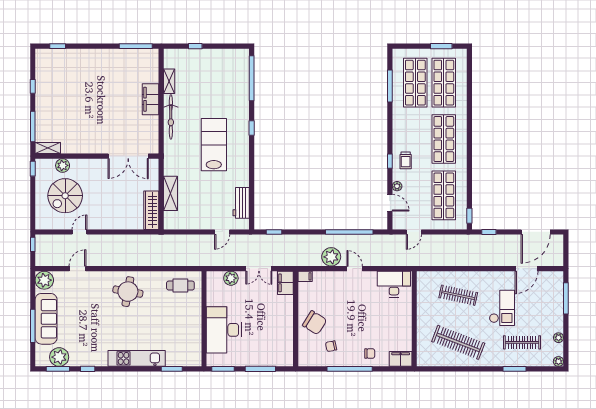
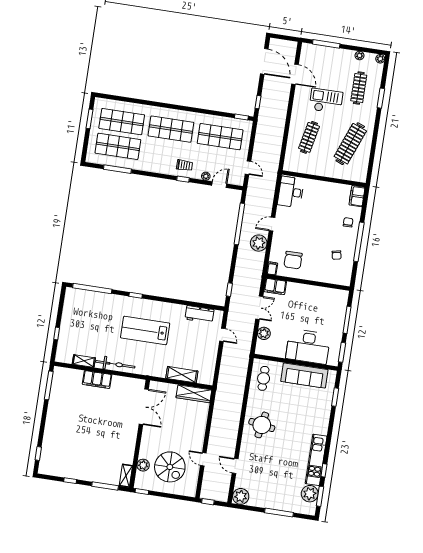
sofa: (46, 319) -> (304, 375), moved, turned 180
chair: (315, 323) -> (293, 260), moved, turned 148
kitchen unit: (137, 358) -> (316, 460), moved

